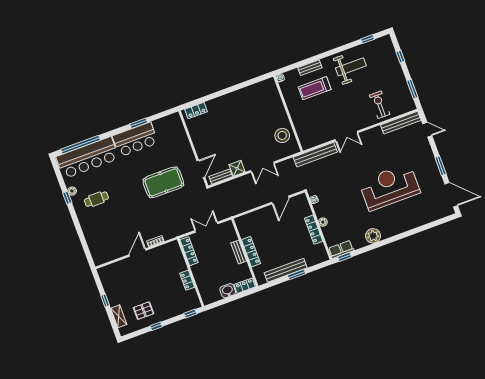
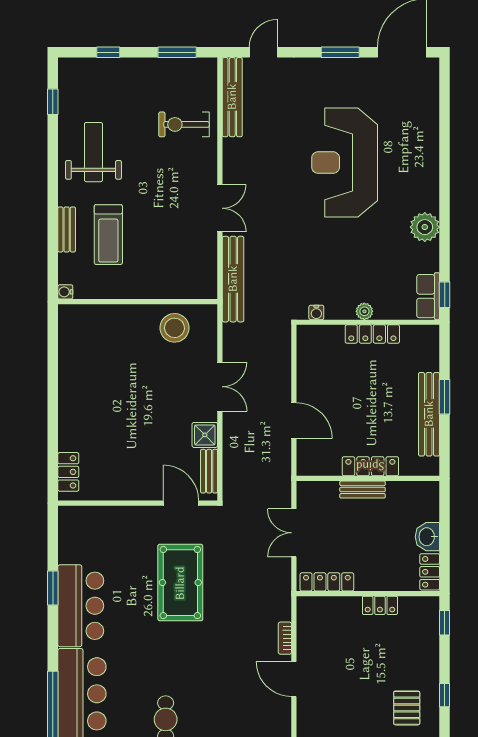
door: (280, 200) -> (294, 421), moved
locker: (245, 286) -> (430, 572), moved

